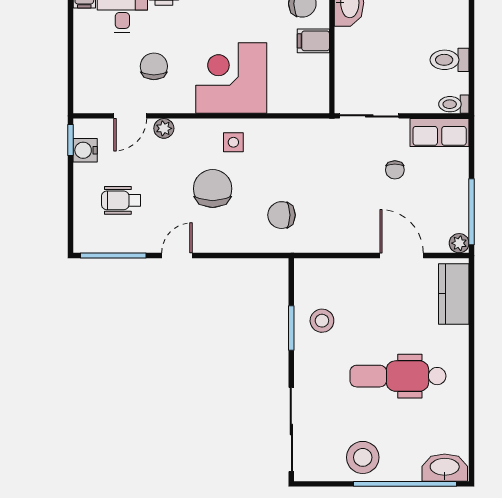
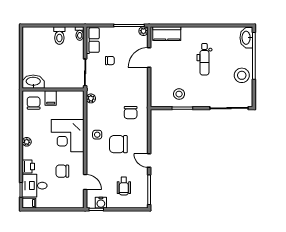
plant: (164, 128) -> (91, 98), moved
dental chair: (398, 376) -> (204, 59), width x0.73, depth x0.72

